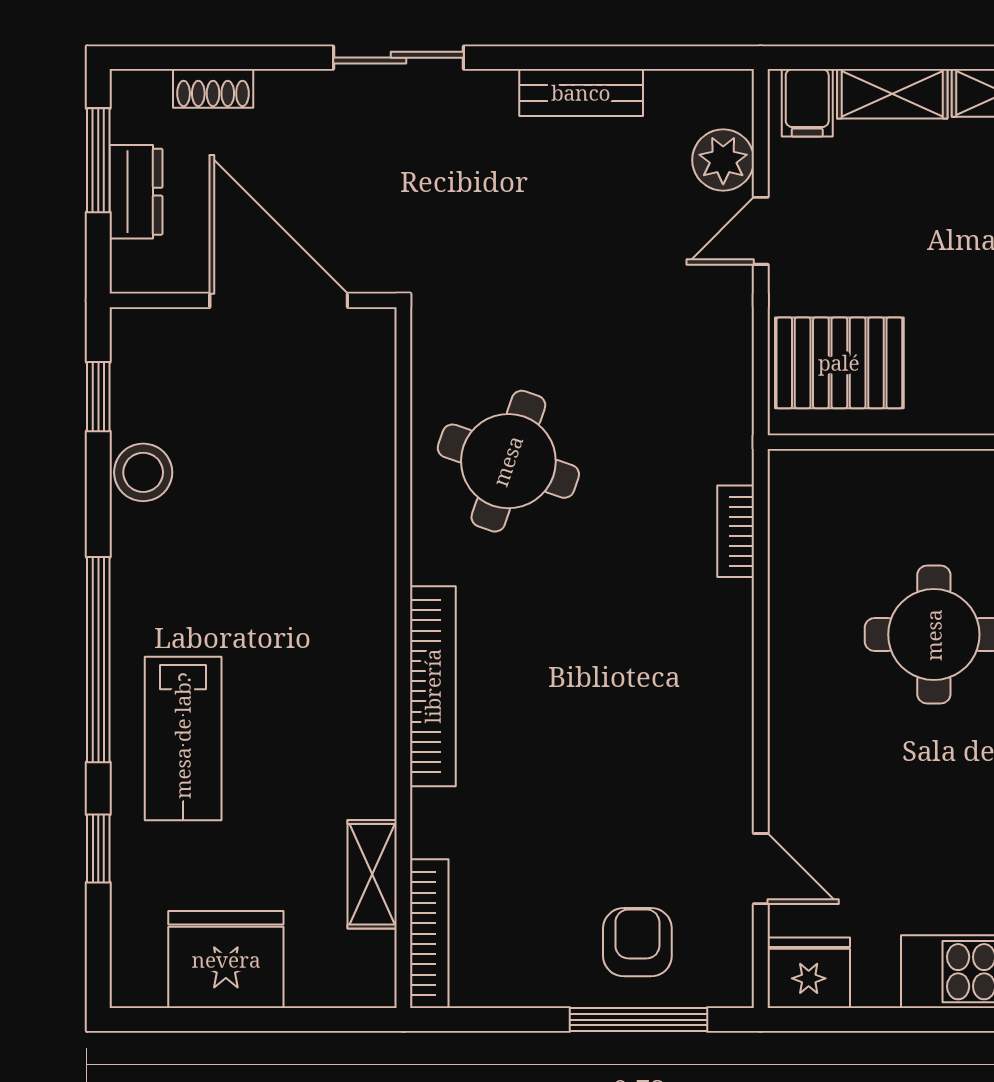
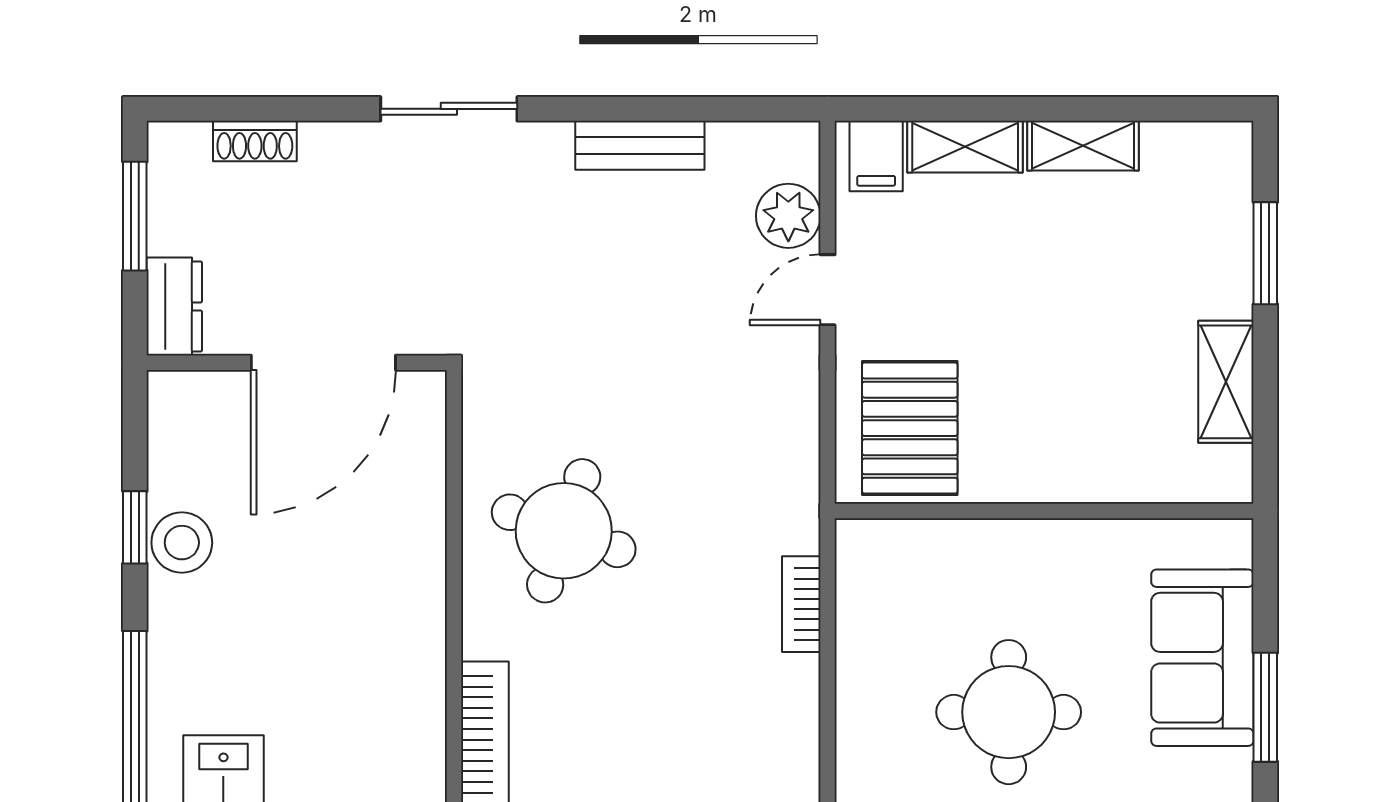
dresser: (136, 192) -> (174, 306), moved
door: (279, 300) -> (323, 363), swing flipped
pallet: (839, 363) -> (910, 428), turned 90
window: (98, 397) -> (135, 527), moved

